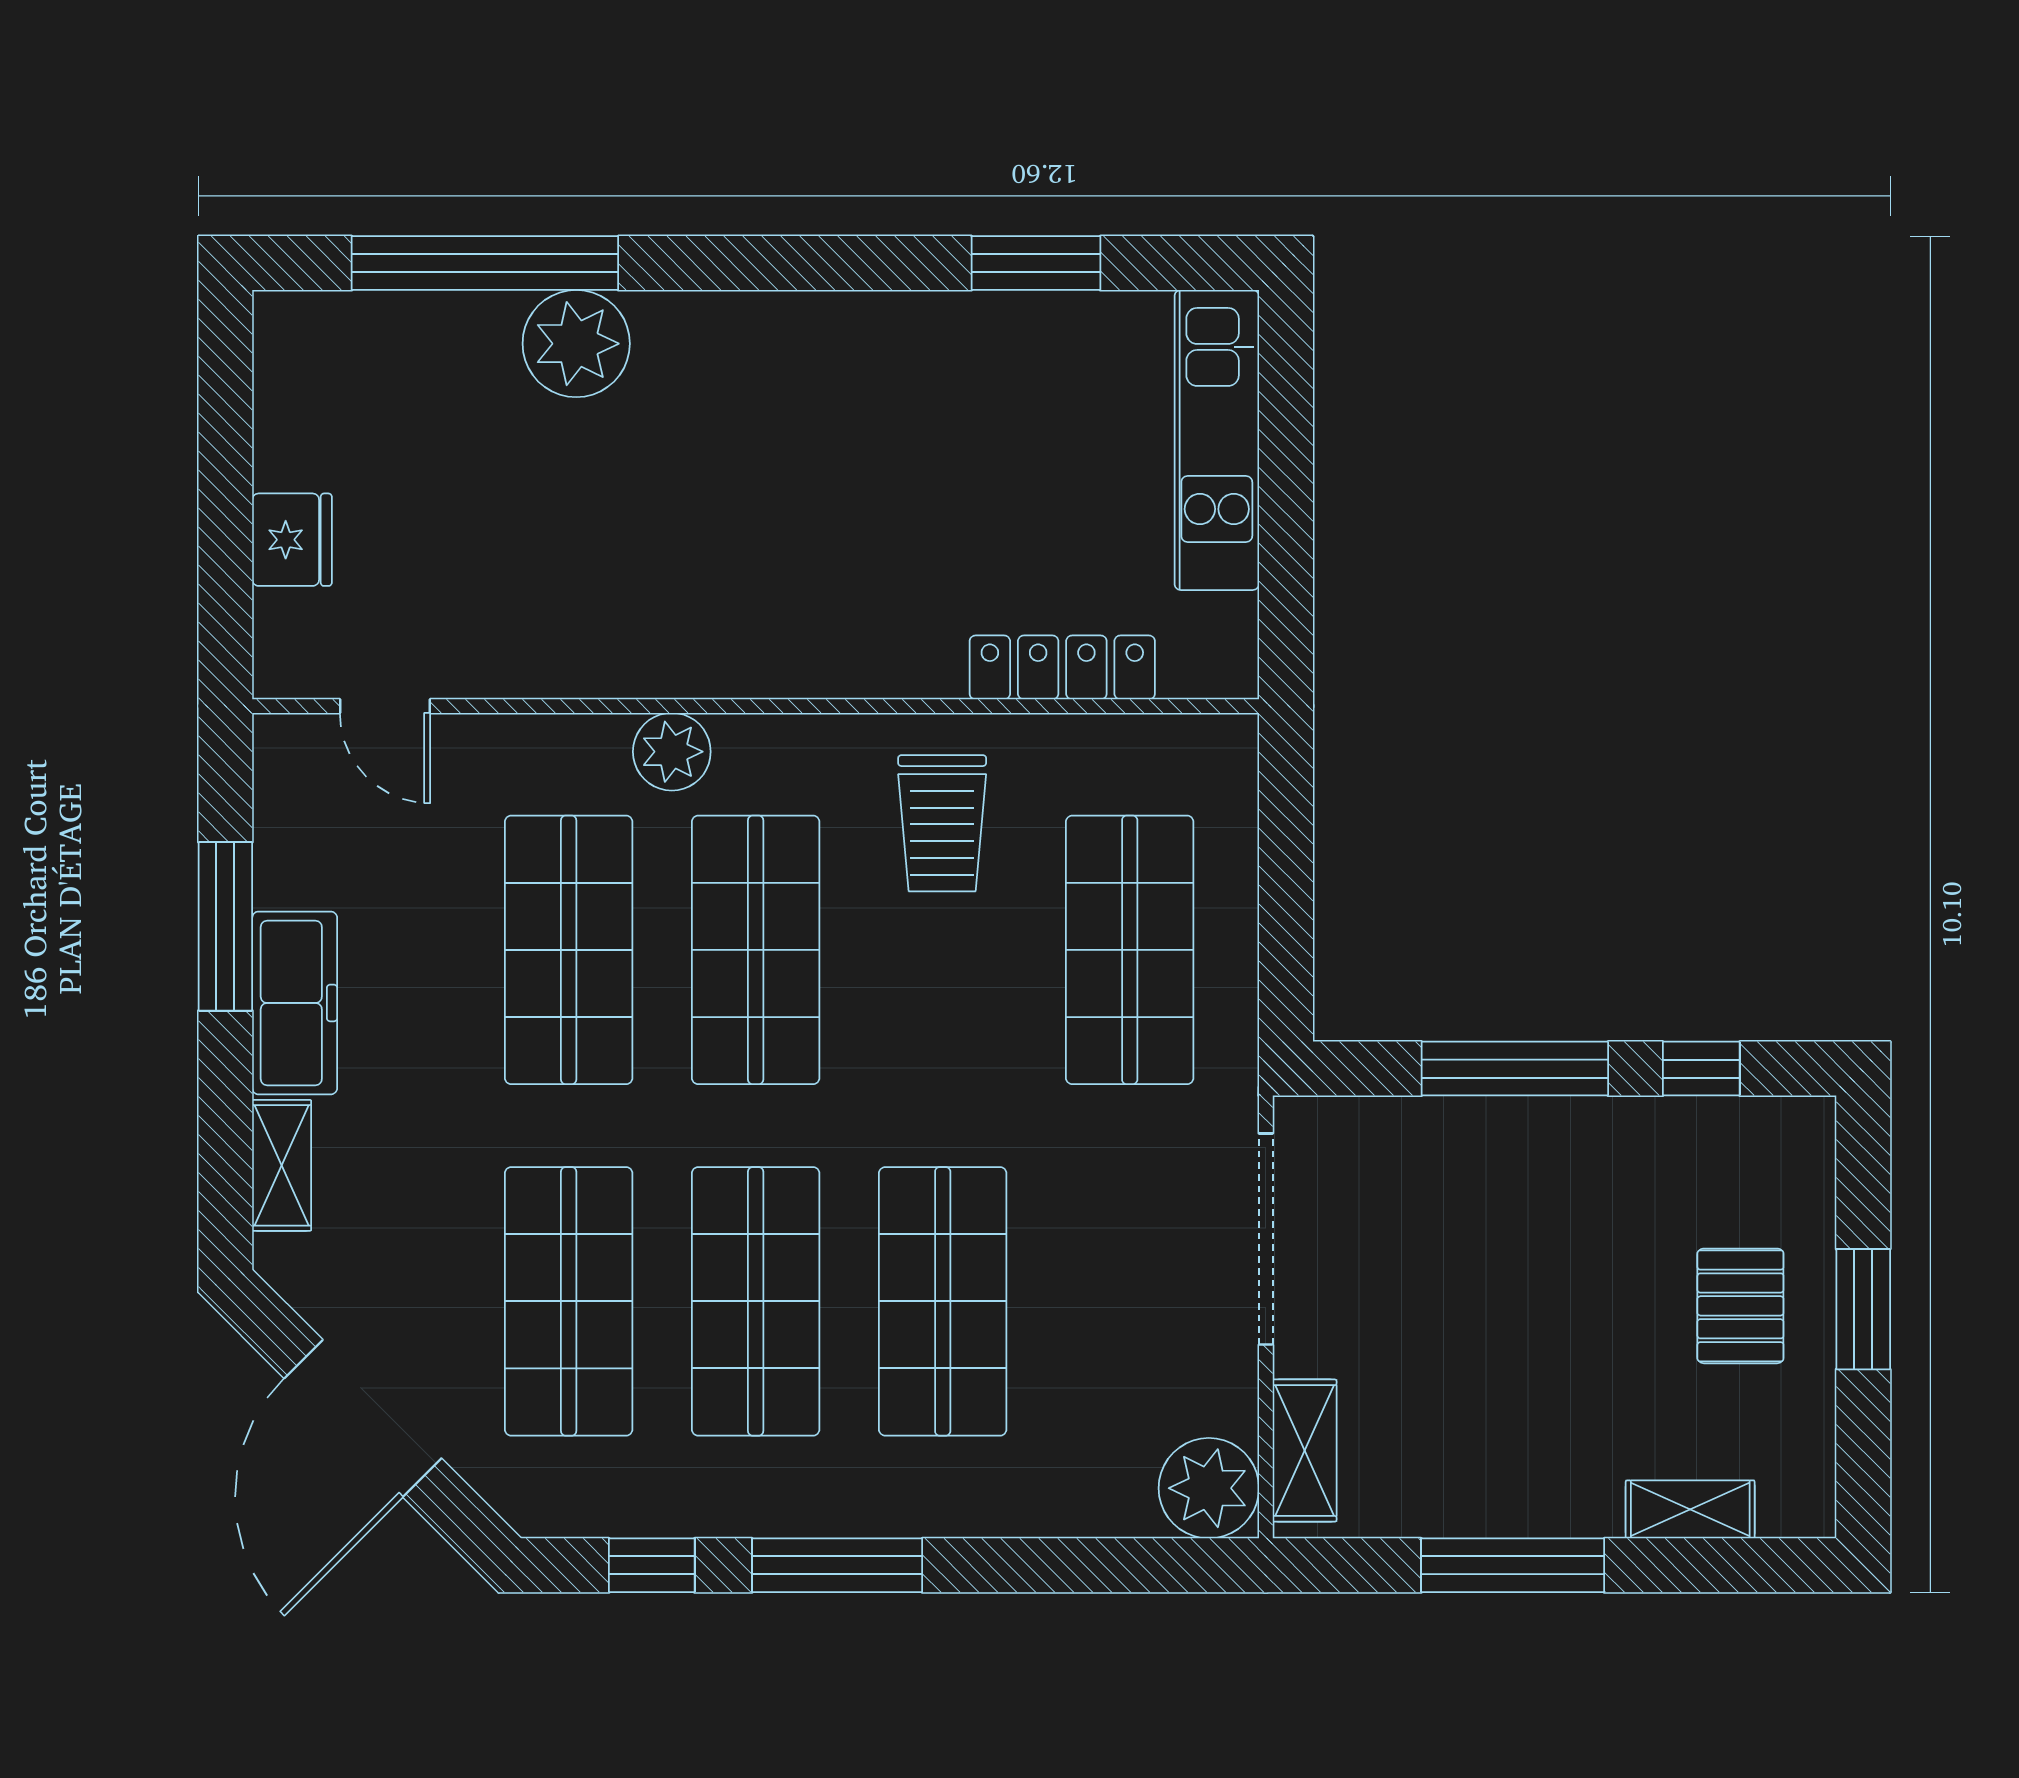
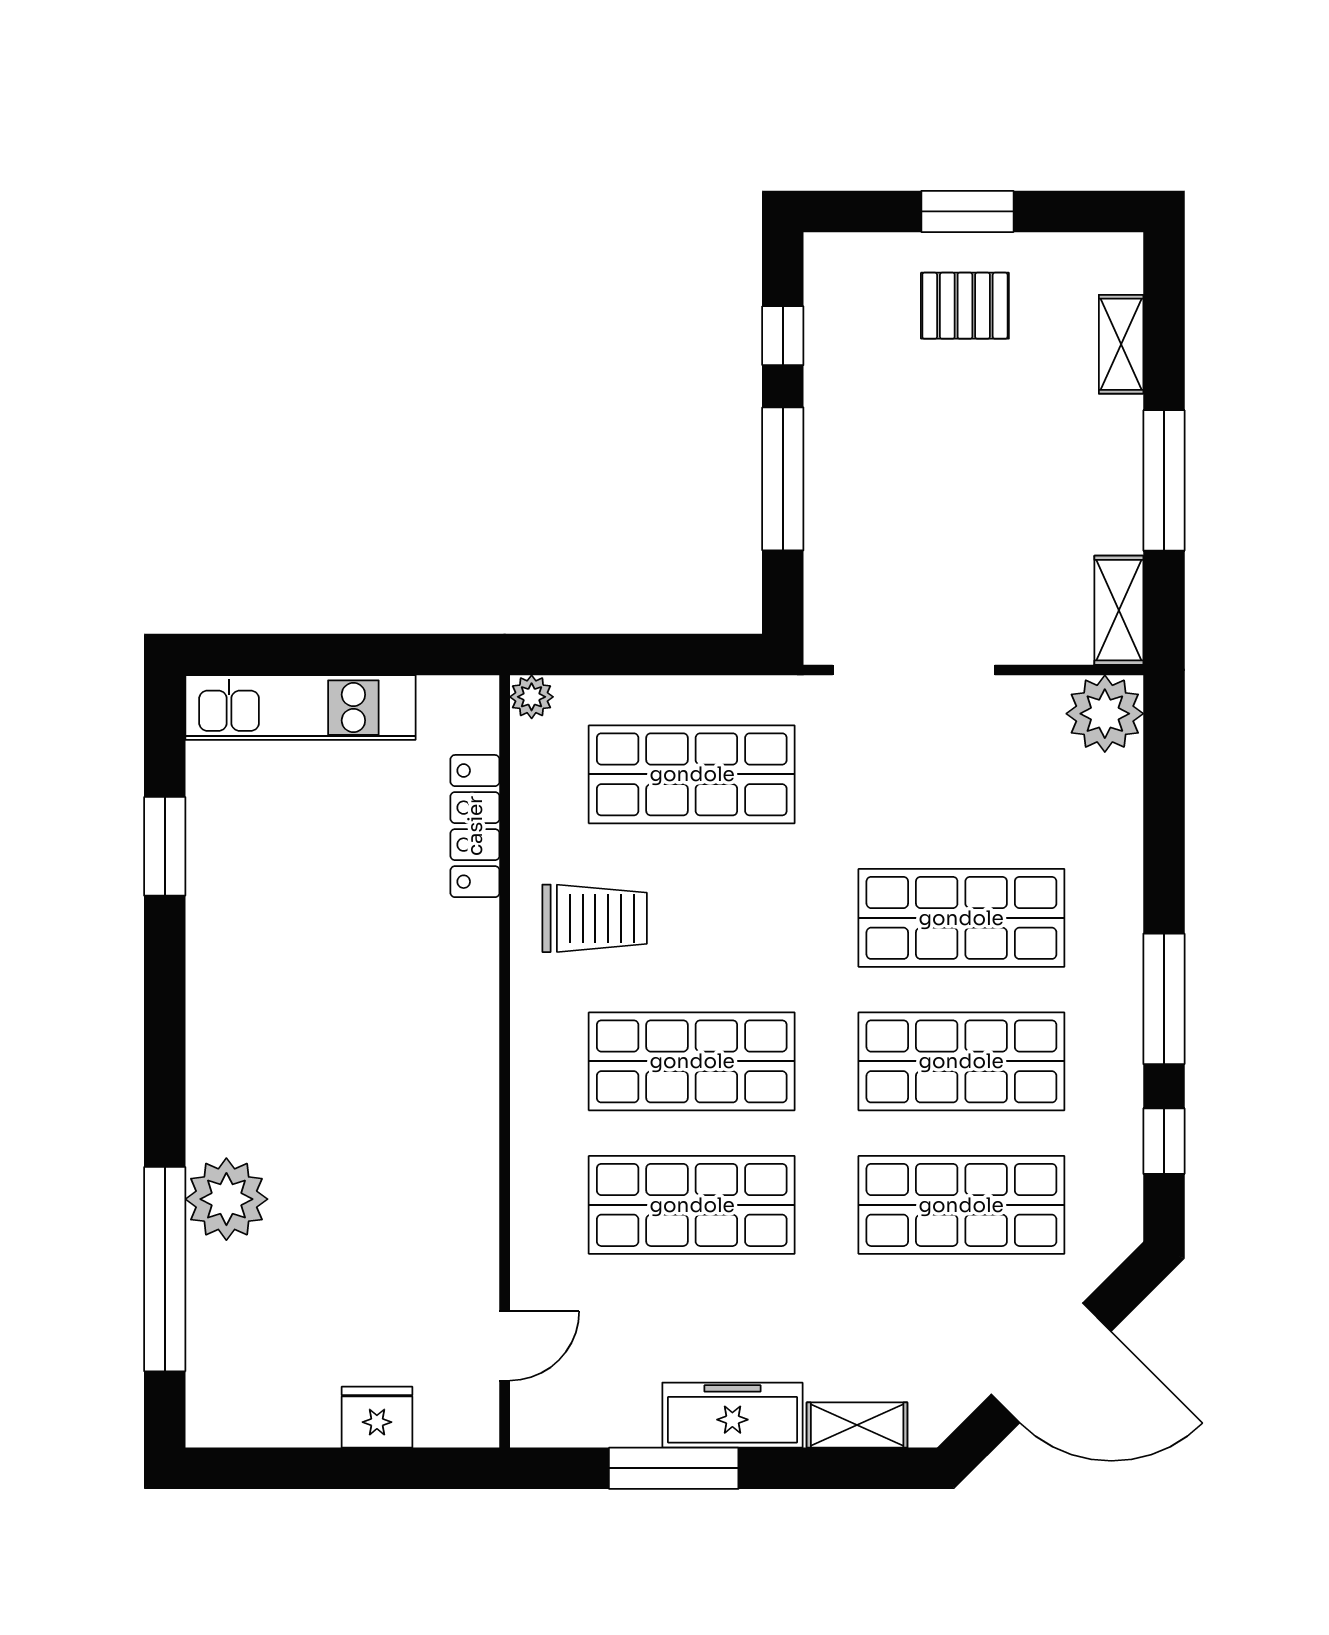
plant: (672, 752) -> (532, 697), moved, width x0.73, depth x0.73
shelving: (1305, 1451) -> (1119, 610), moved, turned 90

